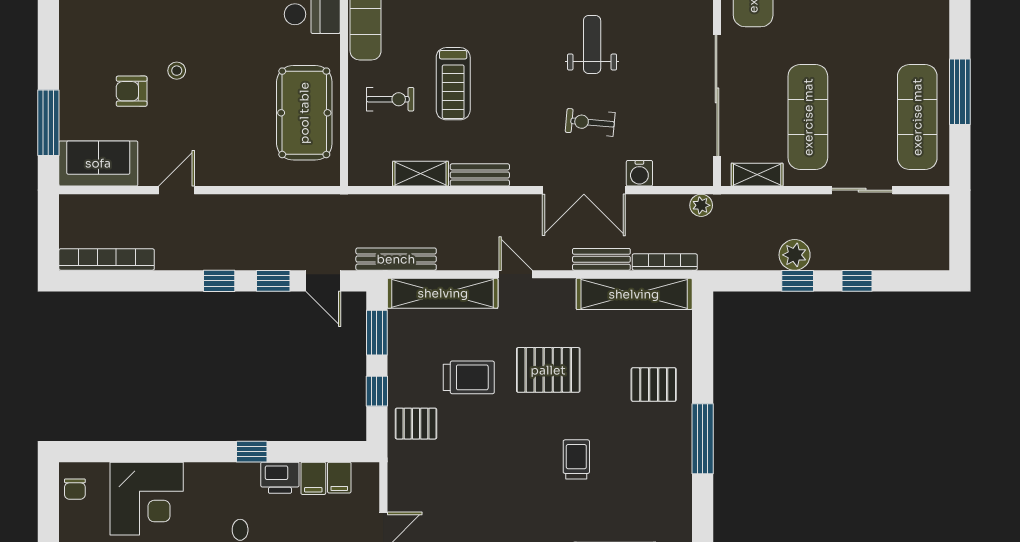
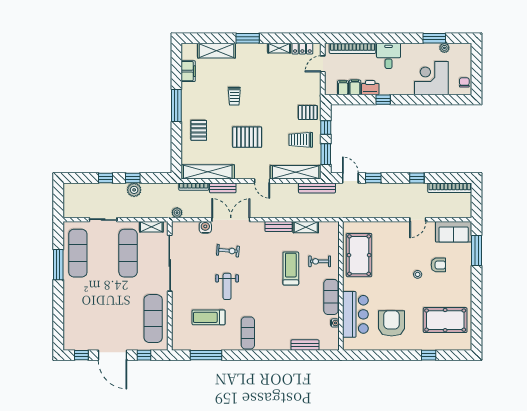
window: (219, 281) -> (417, 178), moved
trolley: (469, 377) -> (301, 140), moved
pallet: (654, 385) -> (199, 130), turned 90
filing cabinet: (677, 514) -> (188, 71), added

